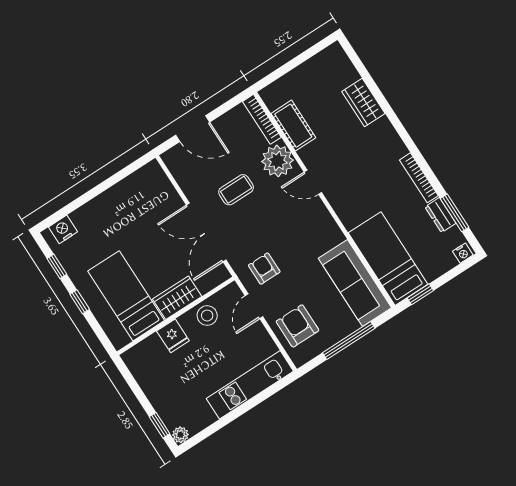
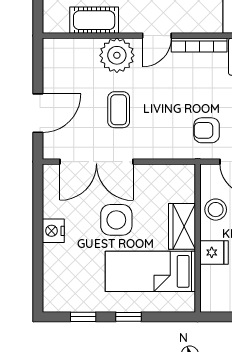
bookcase: (262, 119) -> (199, 45), moved
nightstand: (63, 229) -> (53, 231), moved
double door: (206, 232) -> (96, 162), moved
side table: (149, 243) -> (116, 220), added

